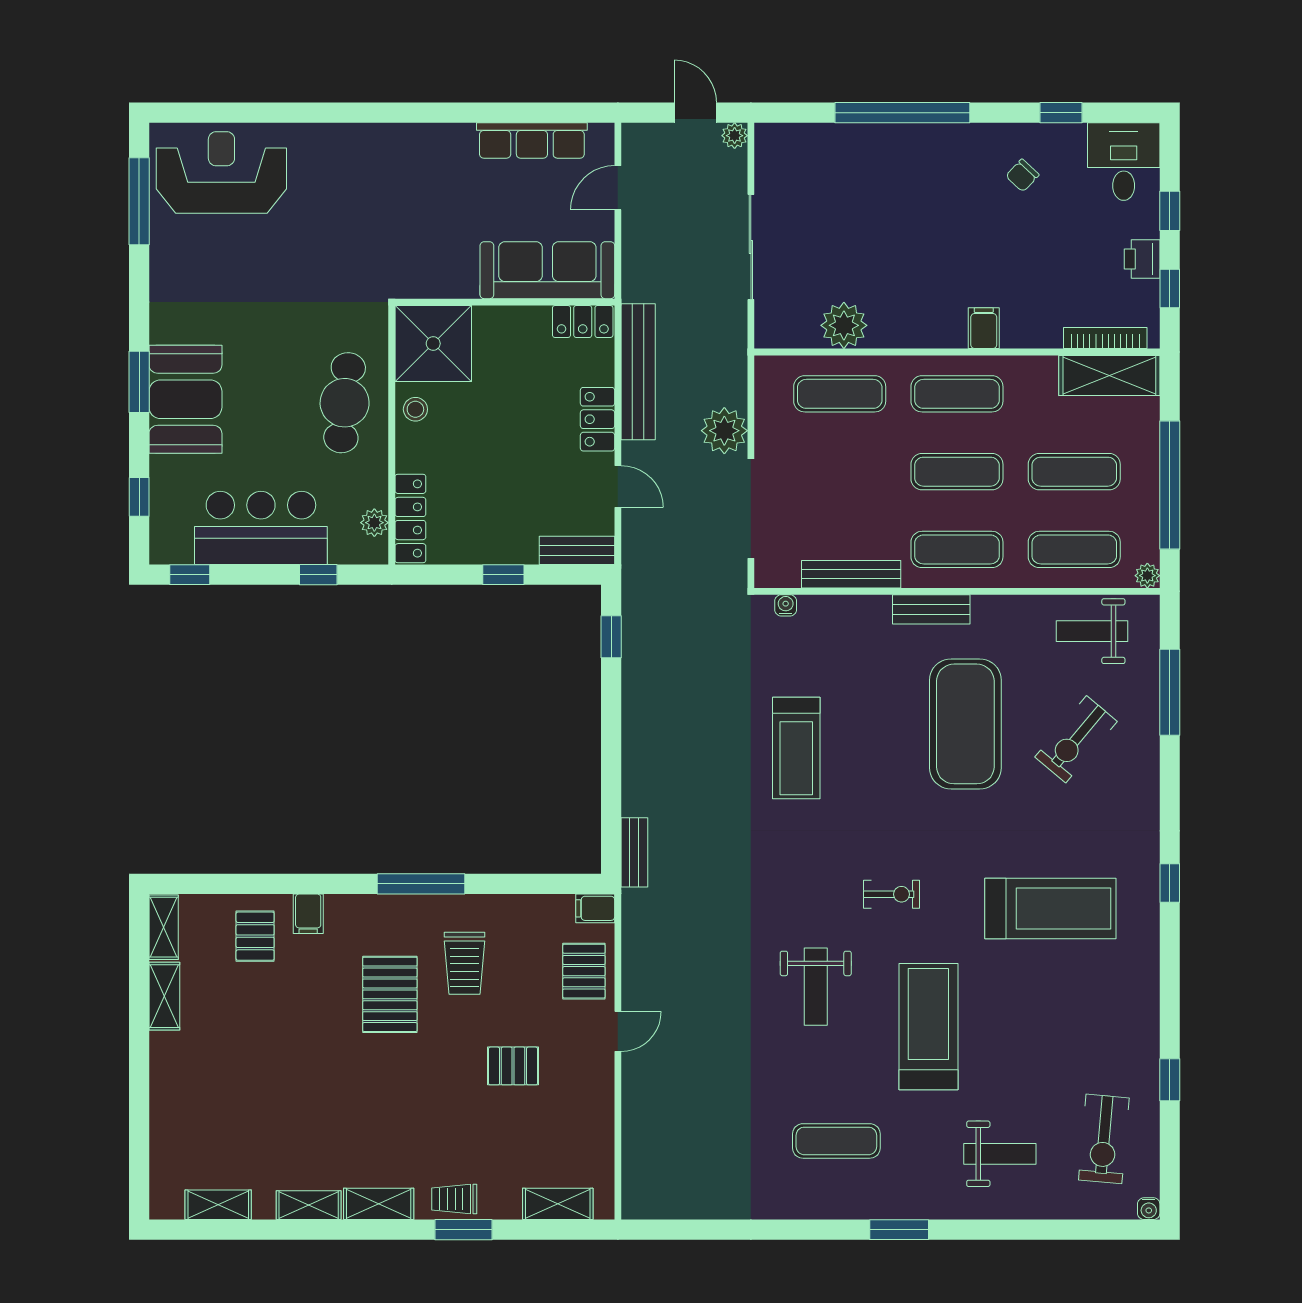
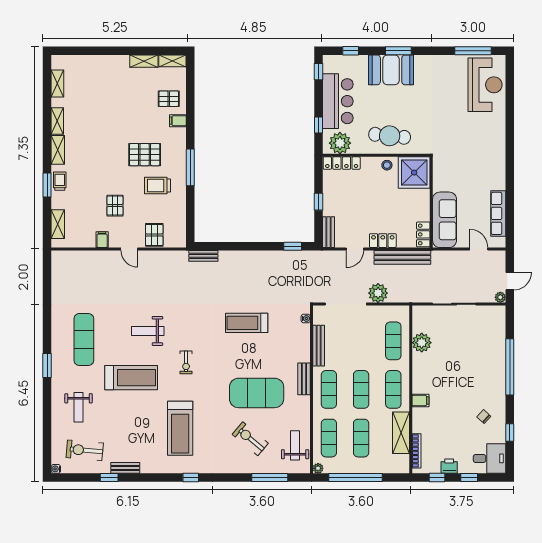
shelving: (1109, 375) -> (401, 433), moved
plant: (374, 523) -> (340, 143), width x1.88, depth x1.88
filing cabinet: (595, 908) -> (102, 240), moved
pallet: (584, 971) -> (154, 235), turned 90
bench: (1147, 1041) -> (125, 468), added
exercise mat: (836, 1141) -> (84, 339), width x1.36, depth x1.45

